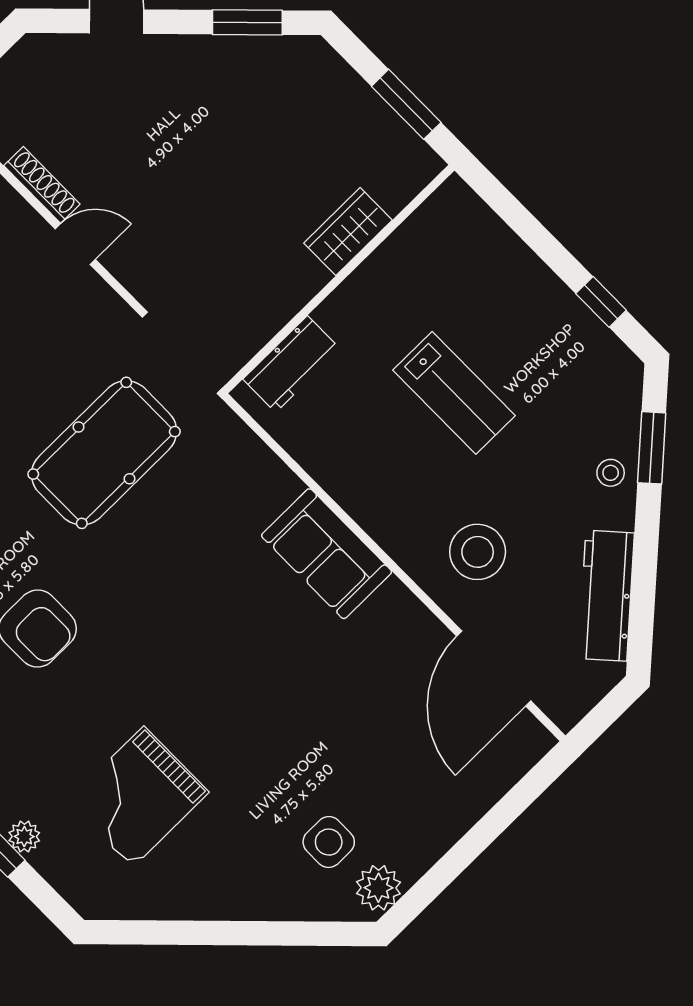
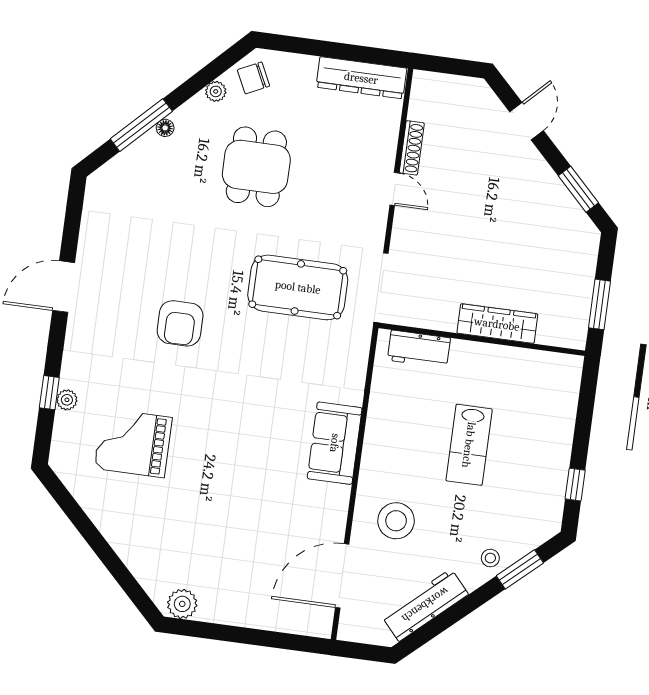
wardrobe: (348, 232) -> (497, 324), width x1.50
side table: (329, 842) -> (186, 560), removed

